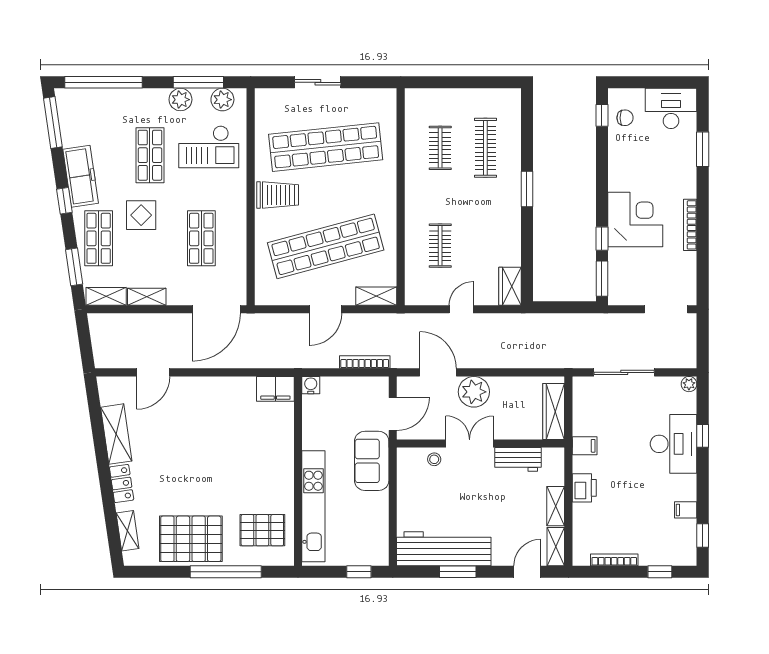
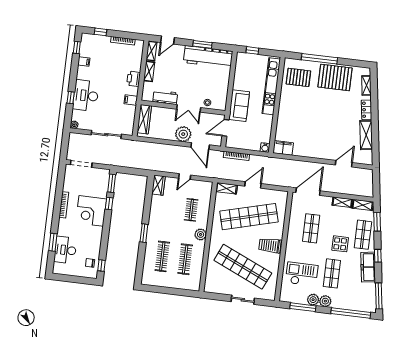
plant: (222, 100) -> (325, 301), moved
desk: (671, 108) -> (65, 250), moved, turned 90
shop shelf: (326, 147) -> (243, 267), turned 30
clothes rail: (440, 148) -> (185, 259), width x1.36
plant: (416, 200) -> (201, 234), added

